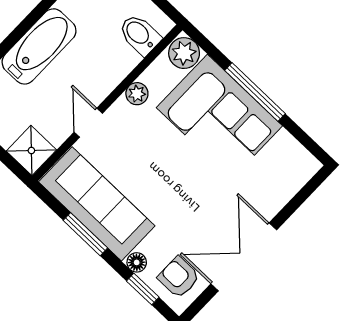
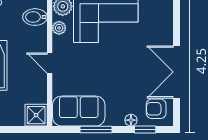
plant: (137, 94) -> (59, 28), moved
door: (88, 123) -> (50, 63), moved
sofa: (97, 204) -> (79, 111), width x0.73

